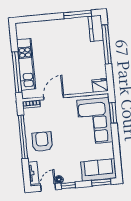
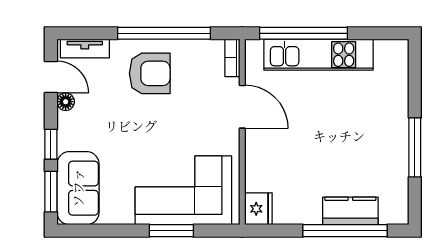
window: (78, 14) -> (415, 147), moved
kitchen counter: (96, 28) -> (350, 211), moved
window: (113, 113) -> (171, 231), moved
window: (68, 186) -> (51, 144), moved

